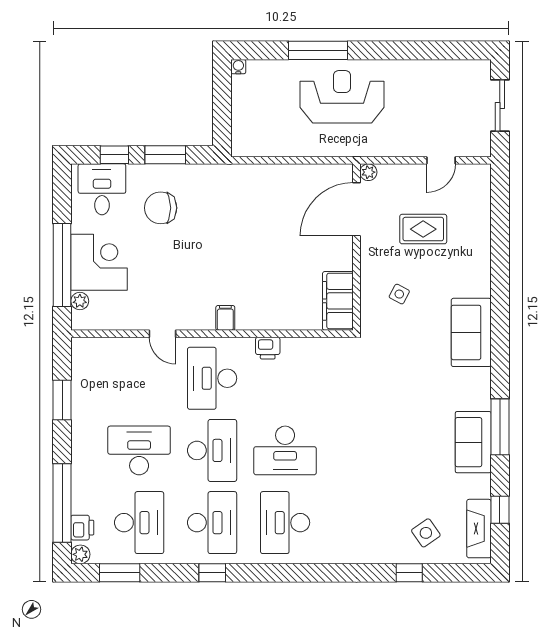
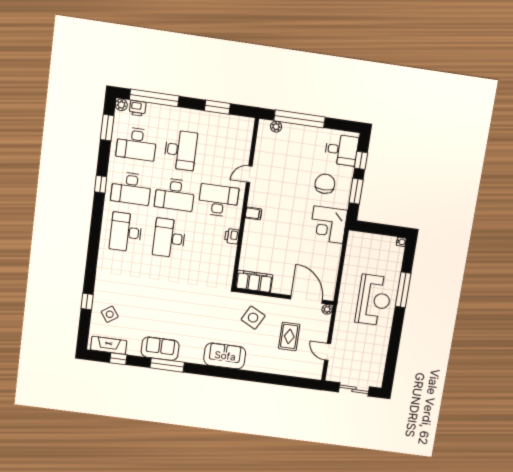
corner desk: (99, 262) -> (328, 225), moved, turned 90
side table: (399, 294) -> (253, 318), width x1.87, depth x1.87
desk: (285, 523) -> (126, 232), turned -90

